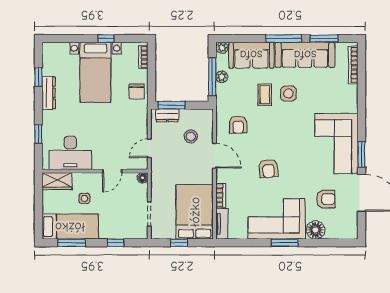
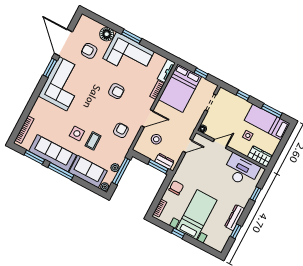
door: (214, 156) -> (147, 118), swing flipped
armchair: (268, 169) -> (116, 91), turned 96

